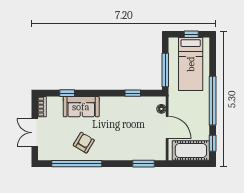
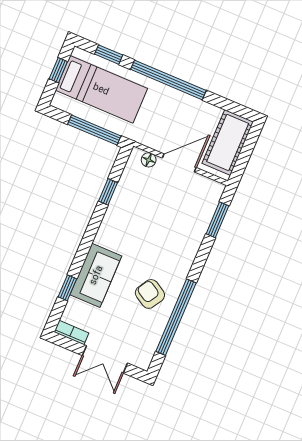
window: (213, 143) -> (109, 55), moved

